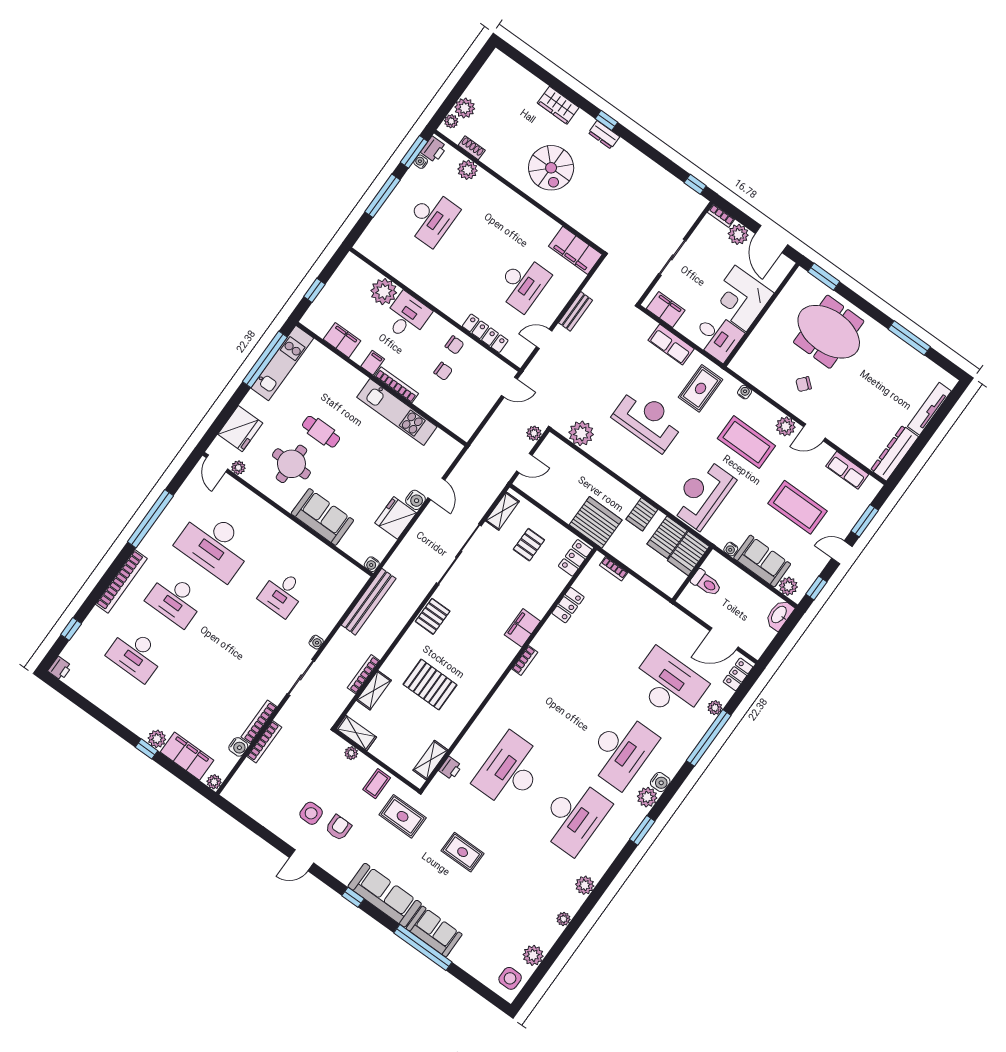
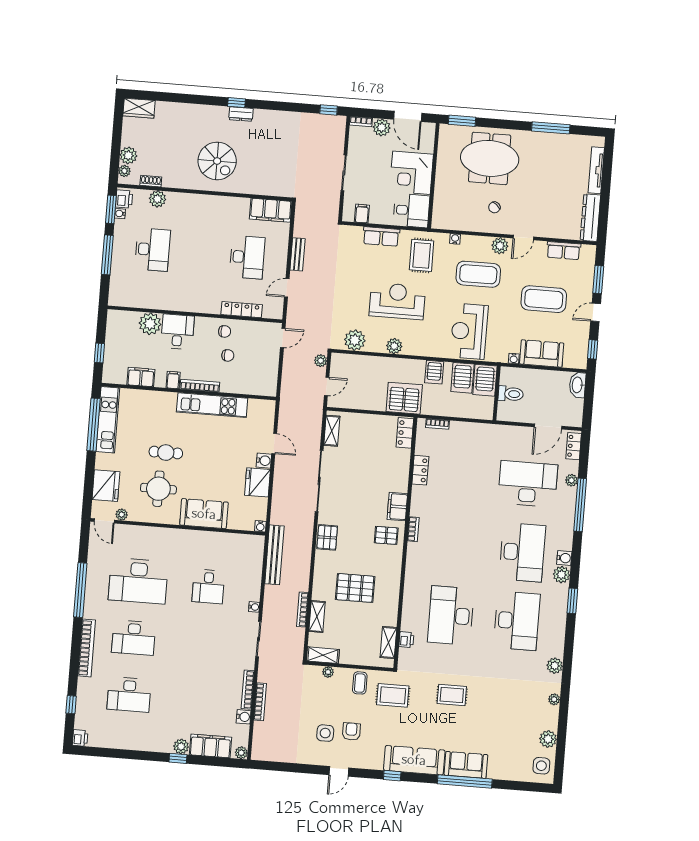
wardrobe: (558, 105) -> (139, 108), moved
filing cabinet: (666, 310) -> (362, 214), width x0.50
pallet: (529, 545) -> (386, 535), moved, turned 90
plant: (788, 586) -> (394, 346), moved

